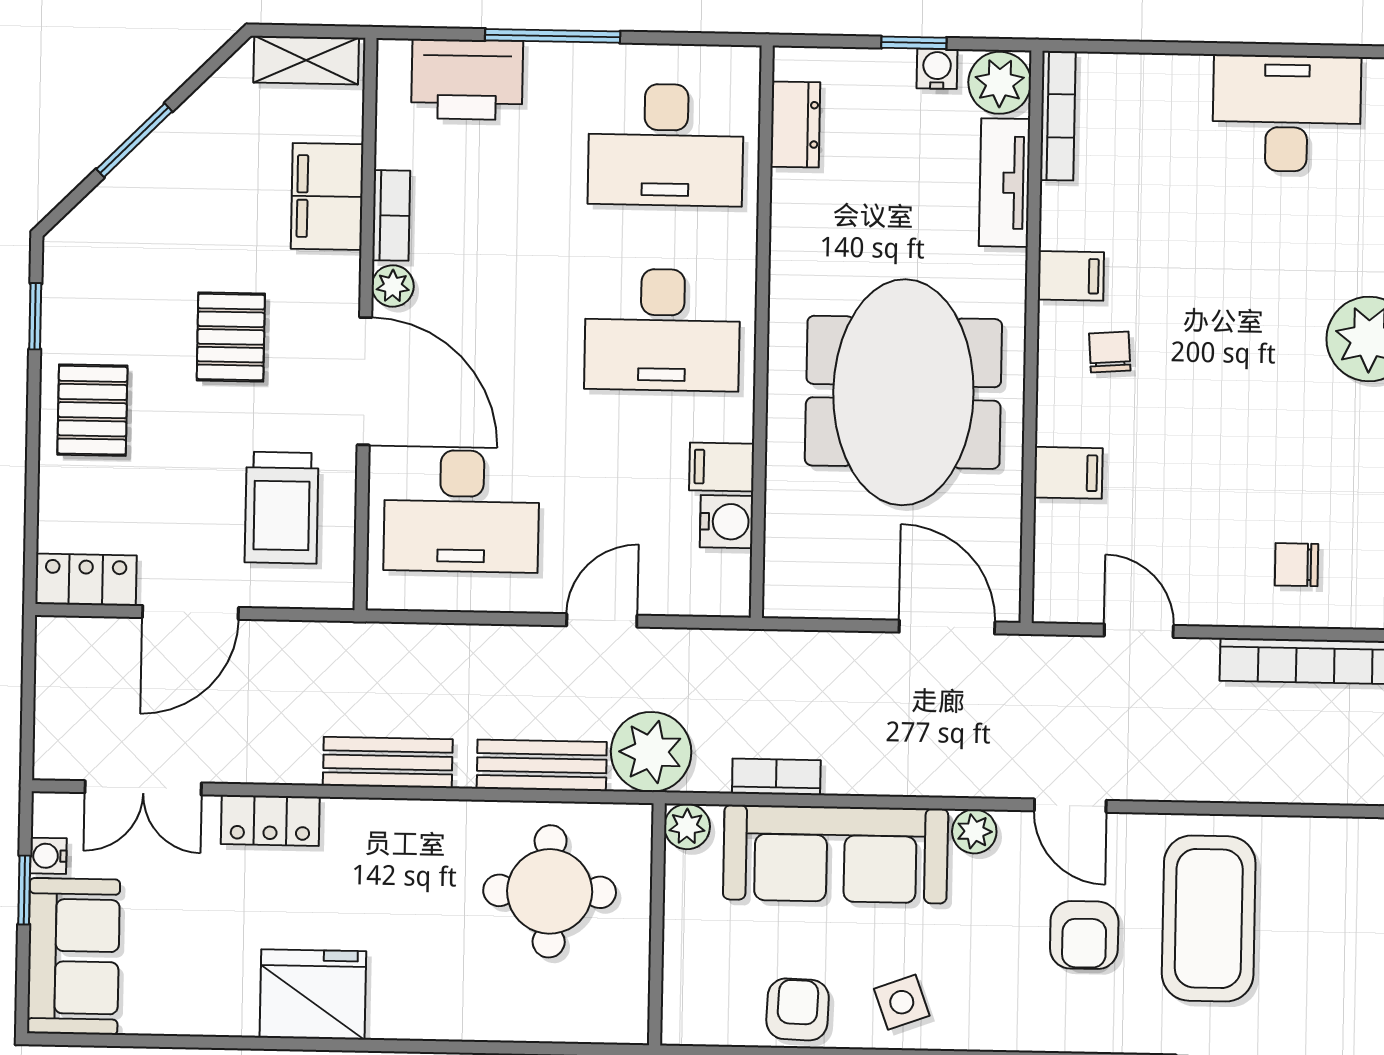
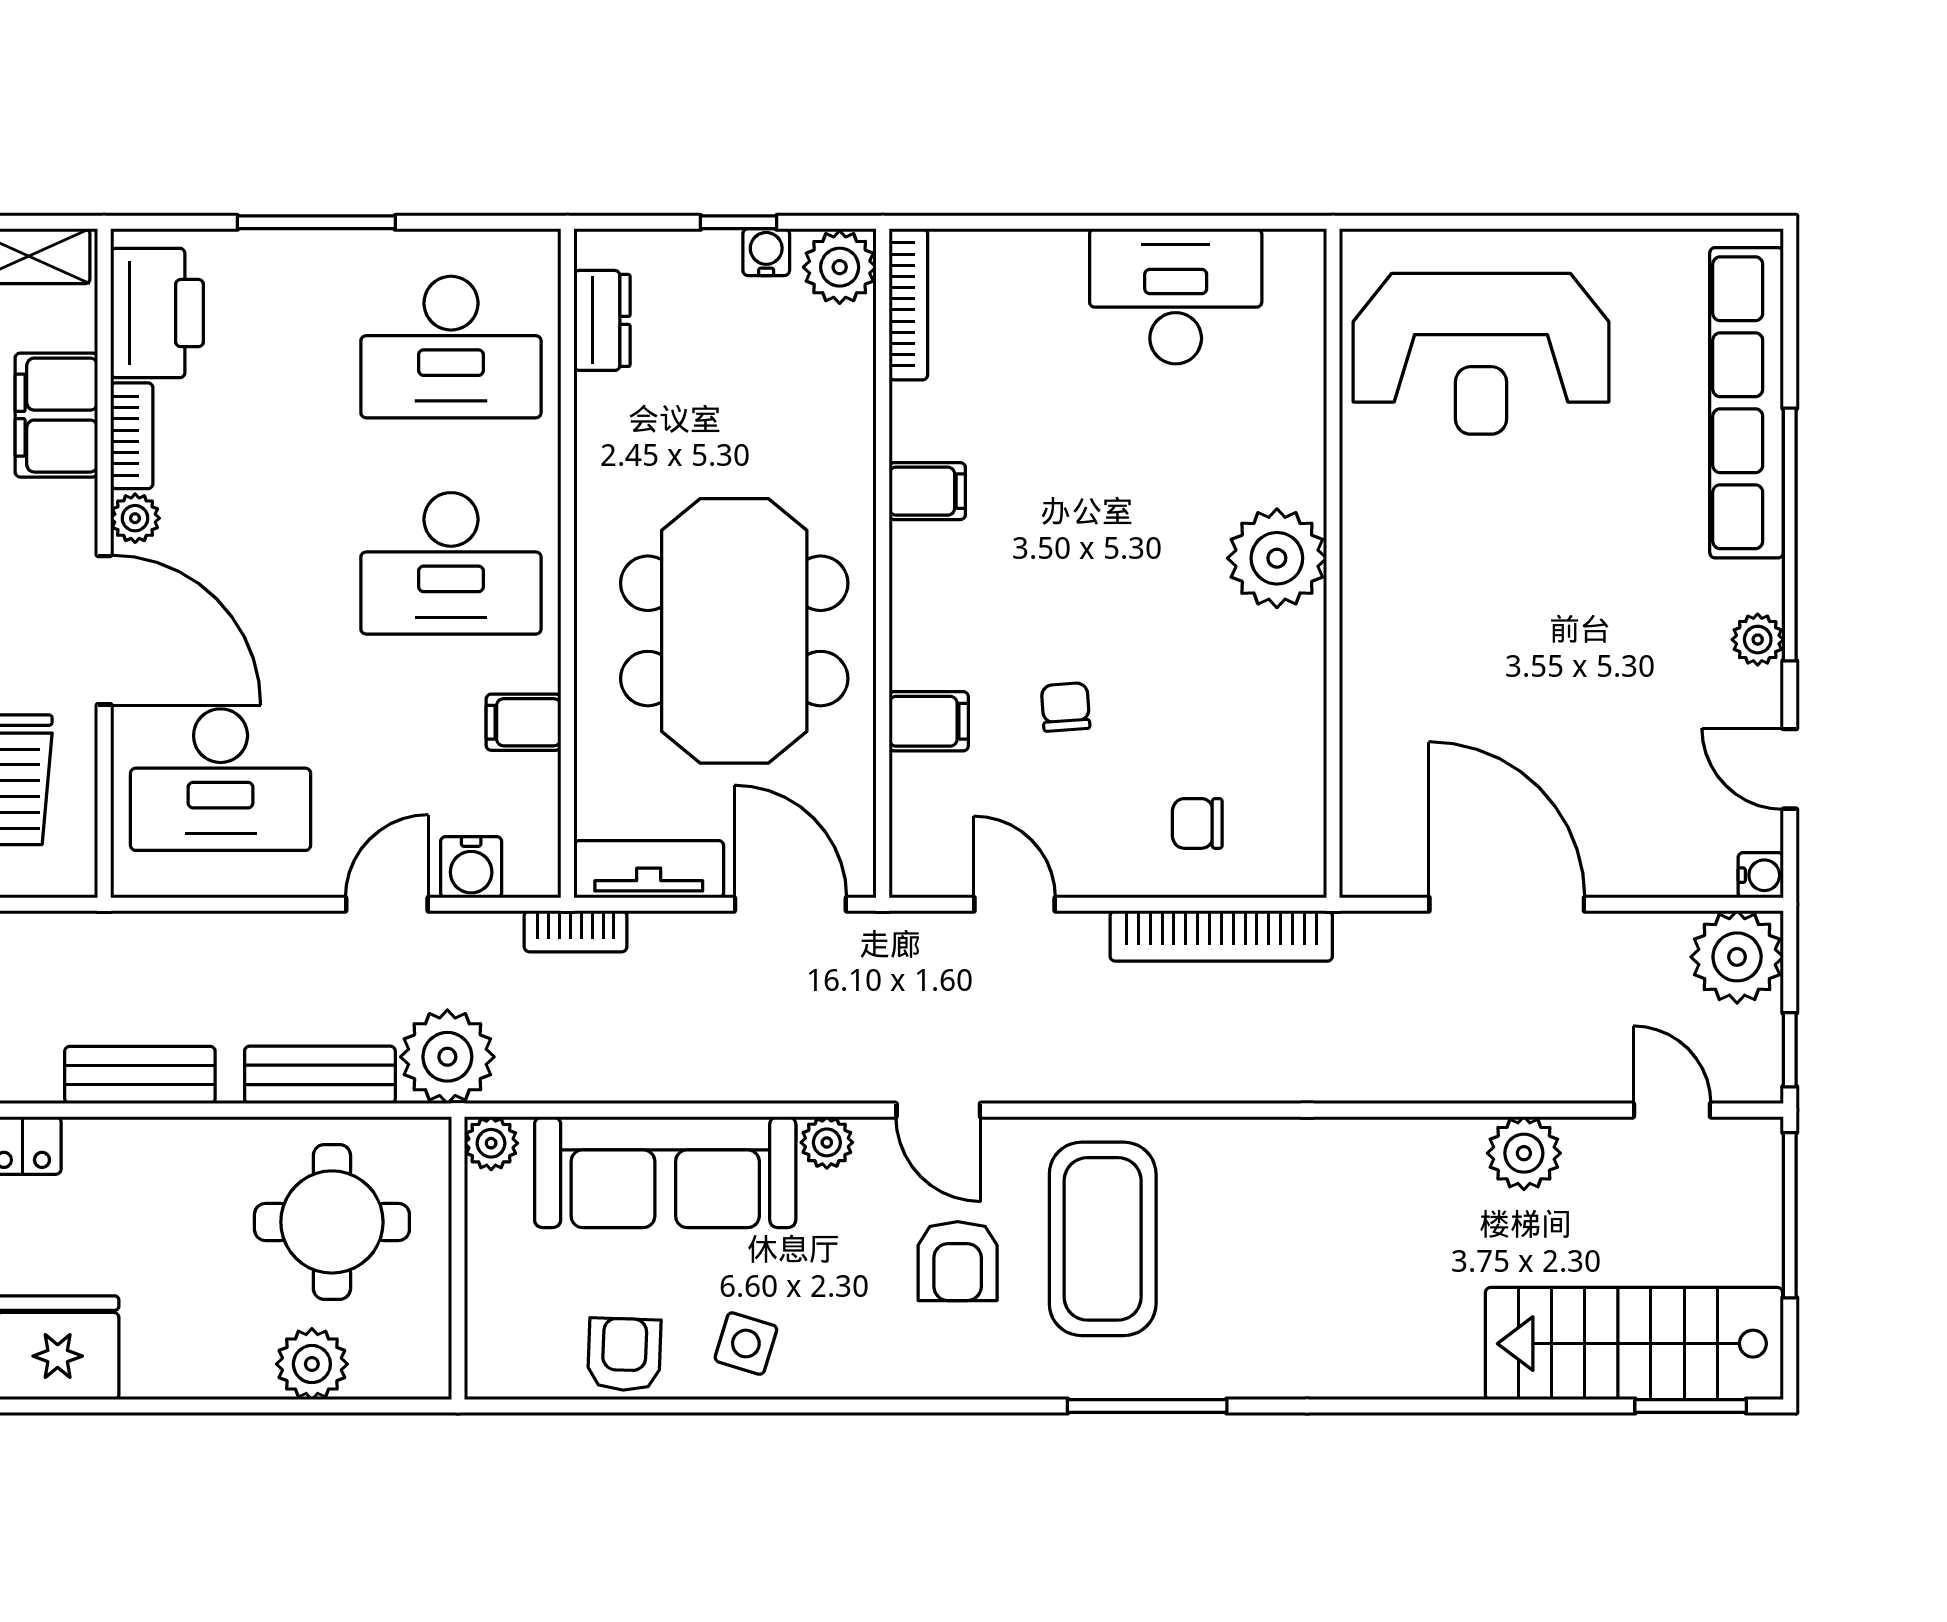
printer: (467, 79) -> (157, 313), moved, turned -90
tv unit: (1004, 183) -> (649, 869), moved, turned 90
chair: (1110, 352) -> (1066, 707), moved
water cooler: (727, 522) -> (471, 867), moved, turned 90
bookcase: (776, 777) -> (576, 931), moved, turned 180
side table: (902, 1002) -> (746, 1344), turned 37
plant: (530, 1013) -> (312, 1364), added

